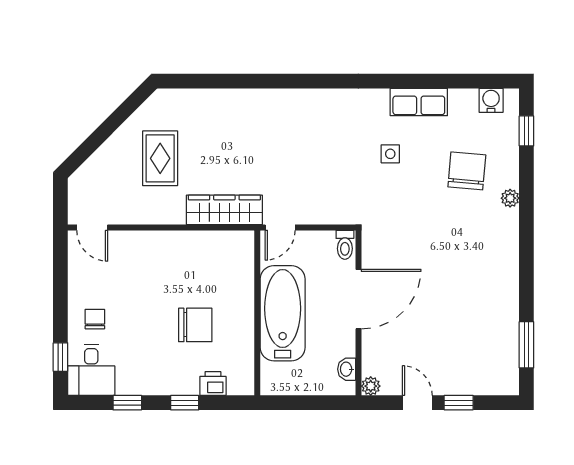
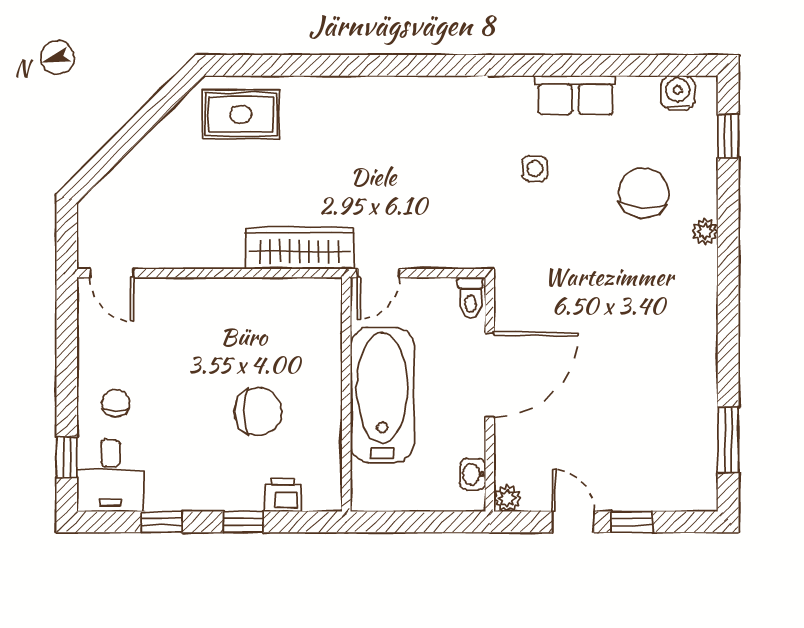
rug: (160, 158) -> (241, 114), moved, turned 90

